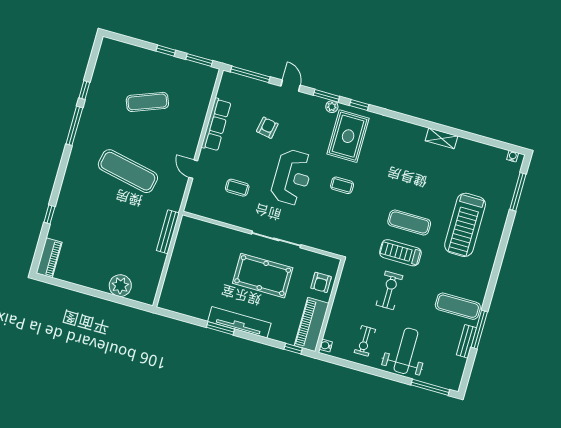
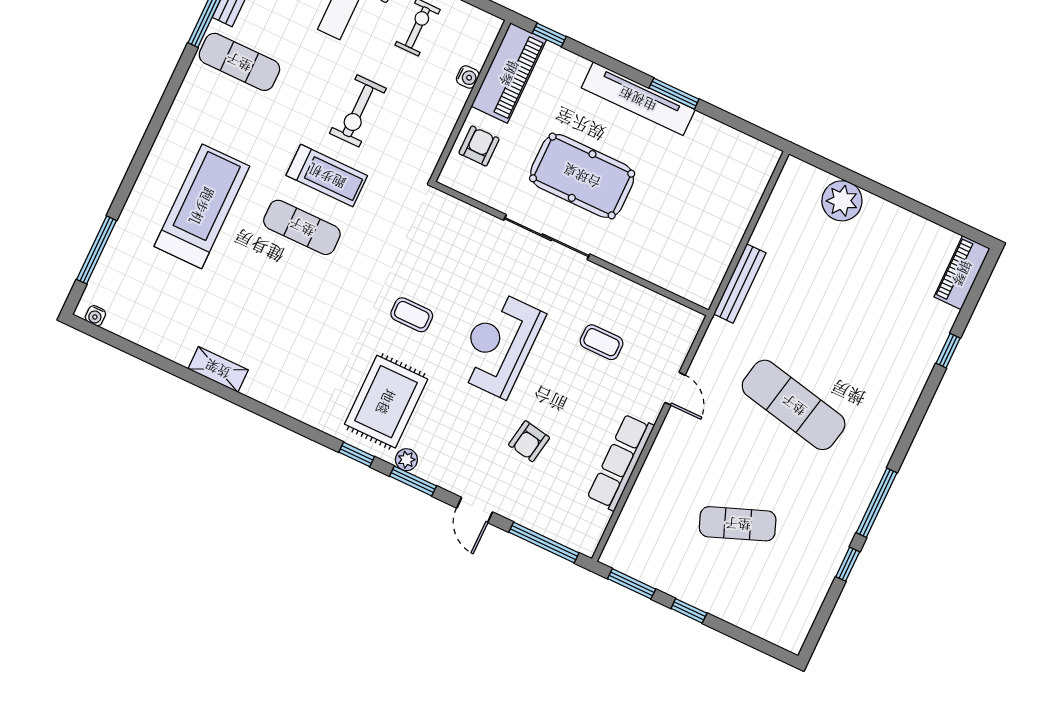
water cooler: (326, 346) -> (468, 77), moved

